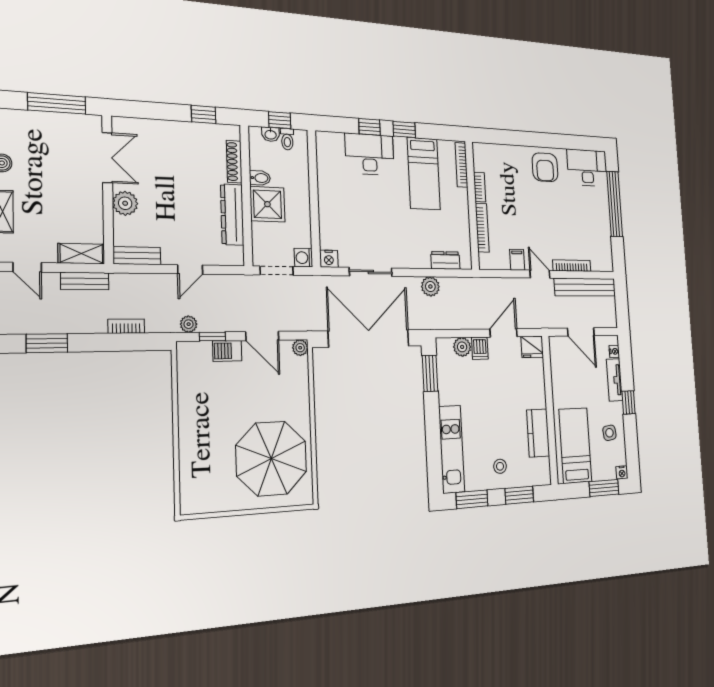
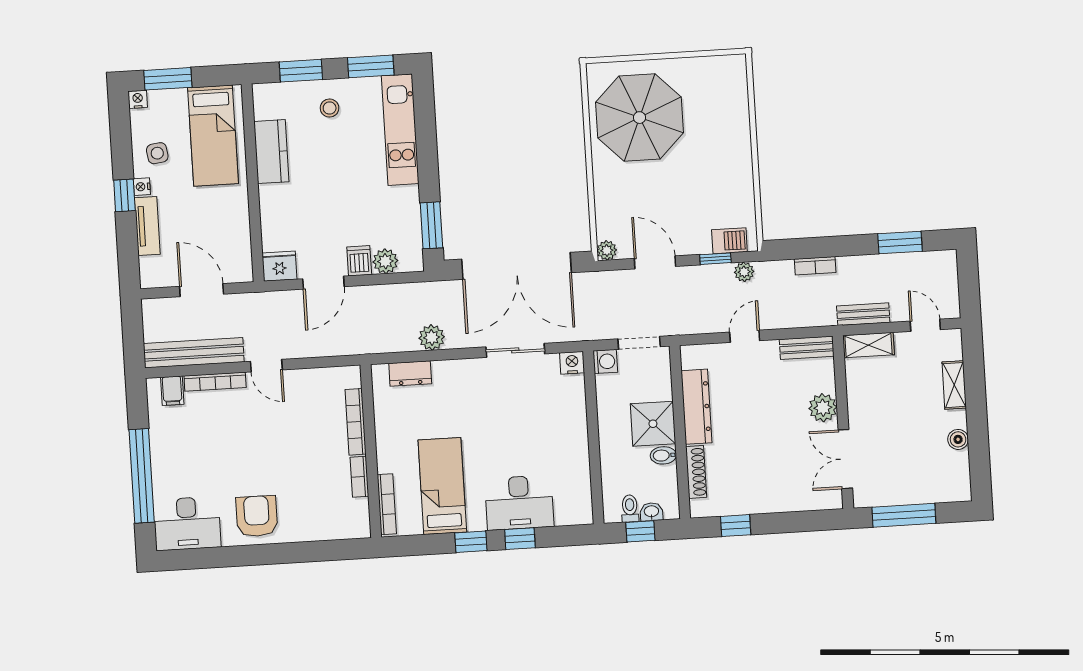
filing cabinet: (517, 260) -> (172, 391), moved
barbecue: (227, 351) -> (729, 241), moved
nightstand: (614, 351) -> (142, 187), moved

